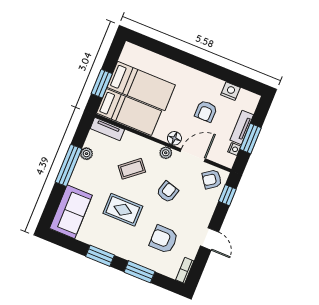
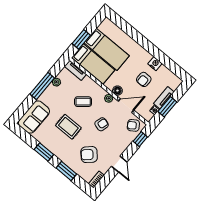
nightstand: (231, 91) -> (155, 64), moved
armchair: (164, 239) -> (89, 155), turned -43

